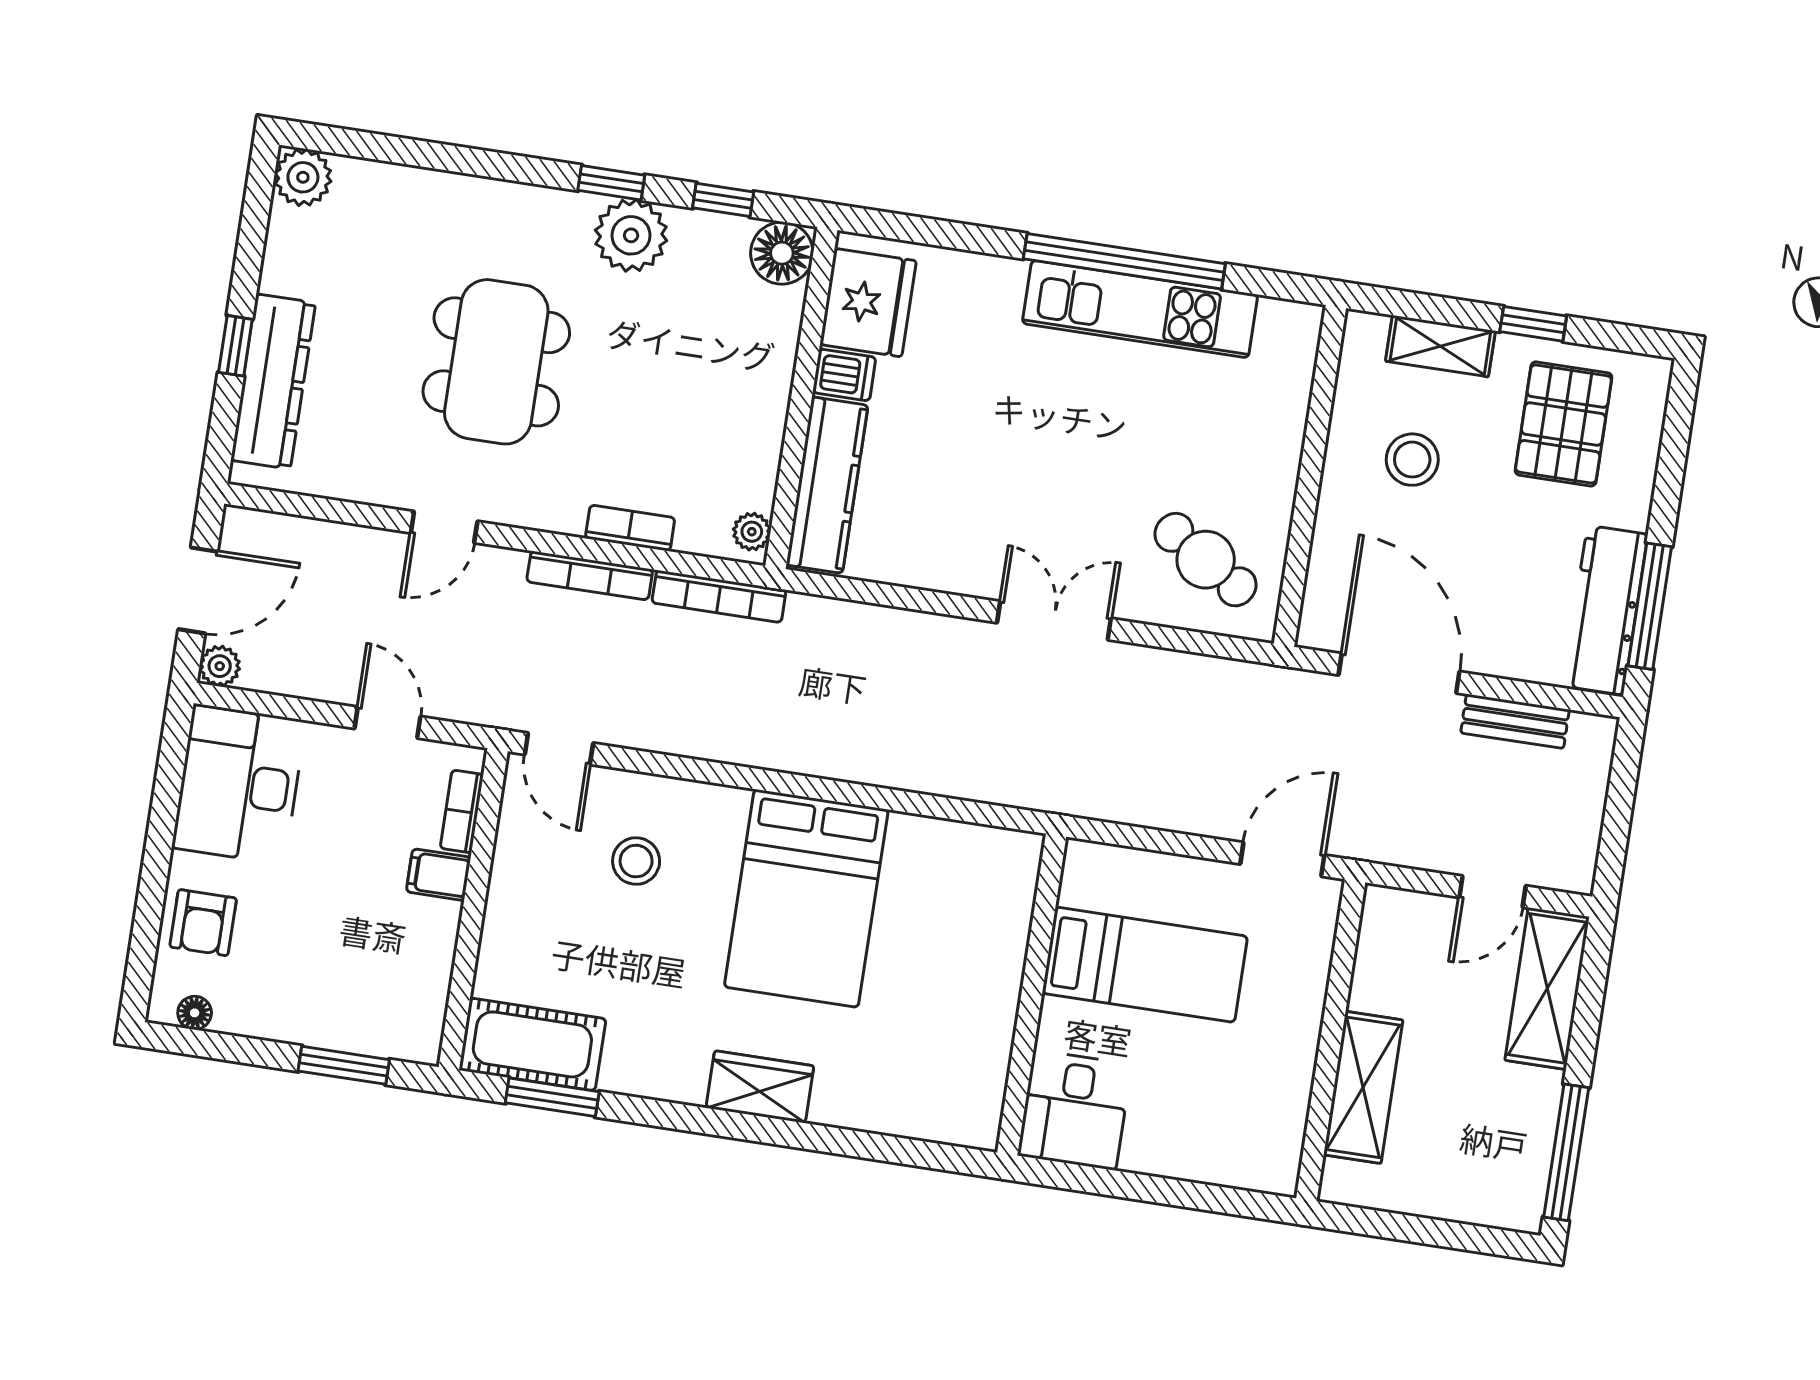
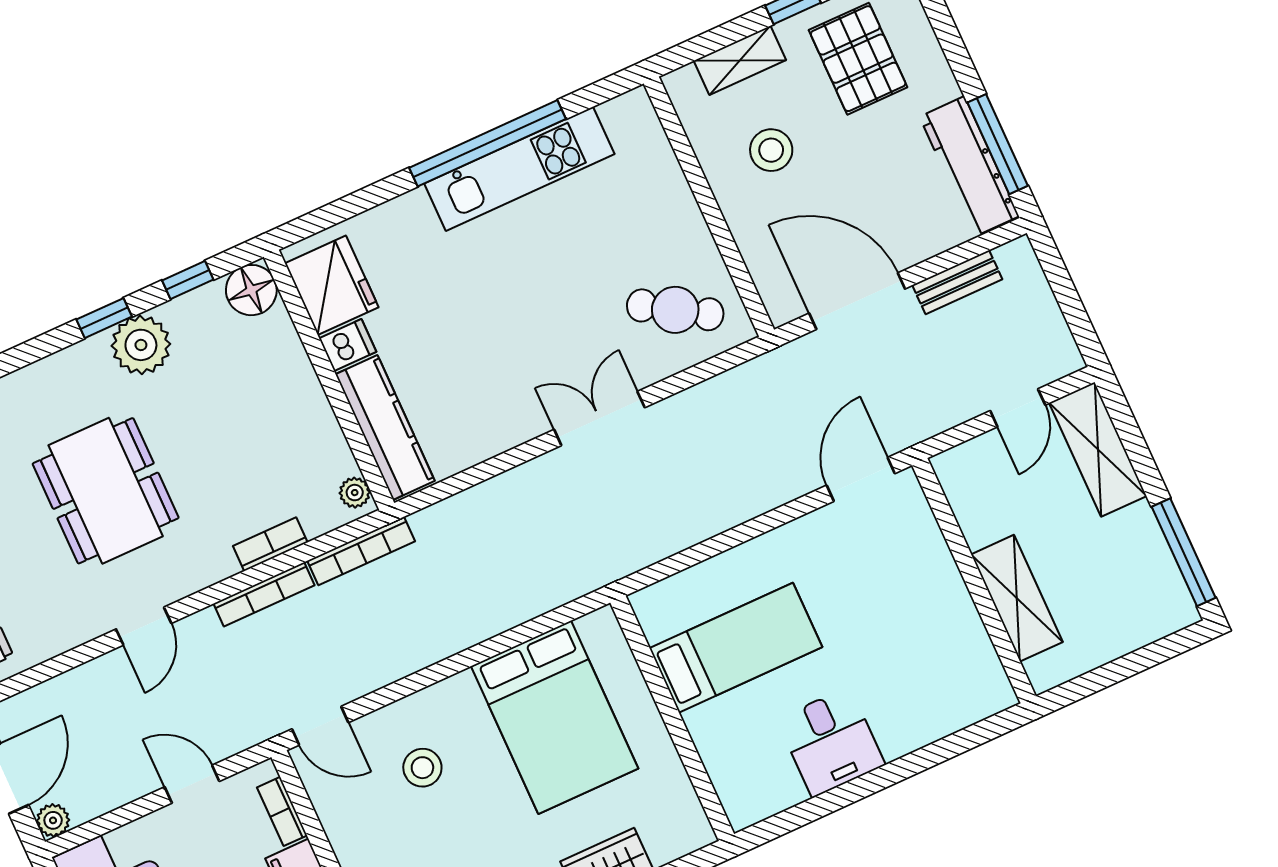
bed: (1145, 965) -> (736, 648), moved
wall: (1032, 995) -> (672, 718), moved

